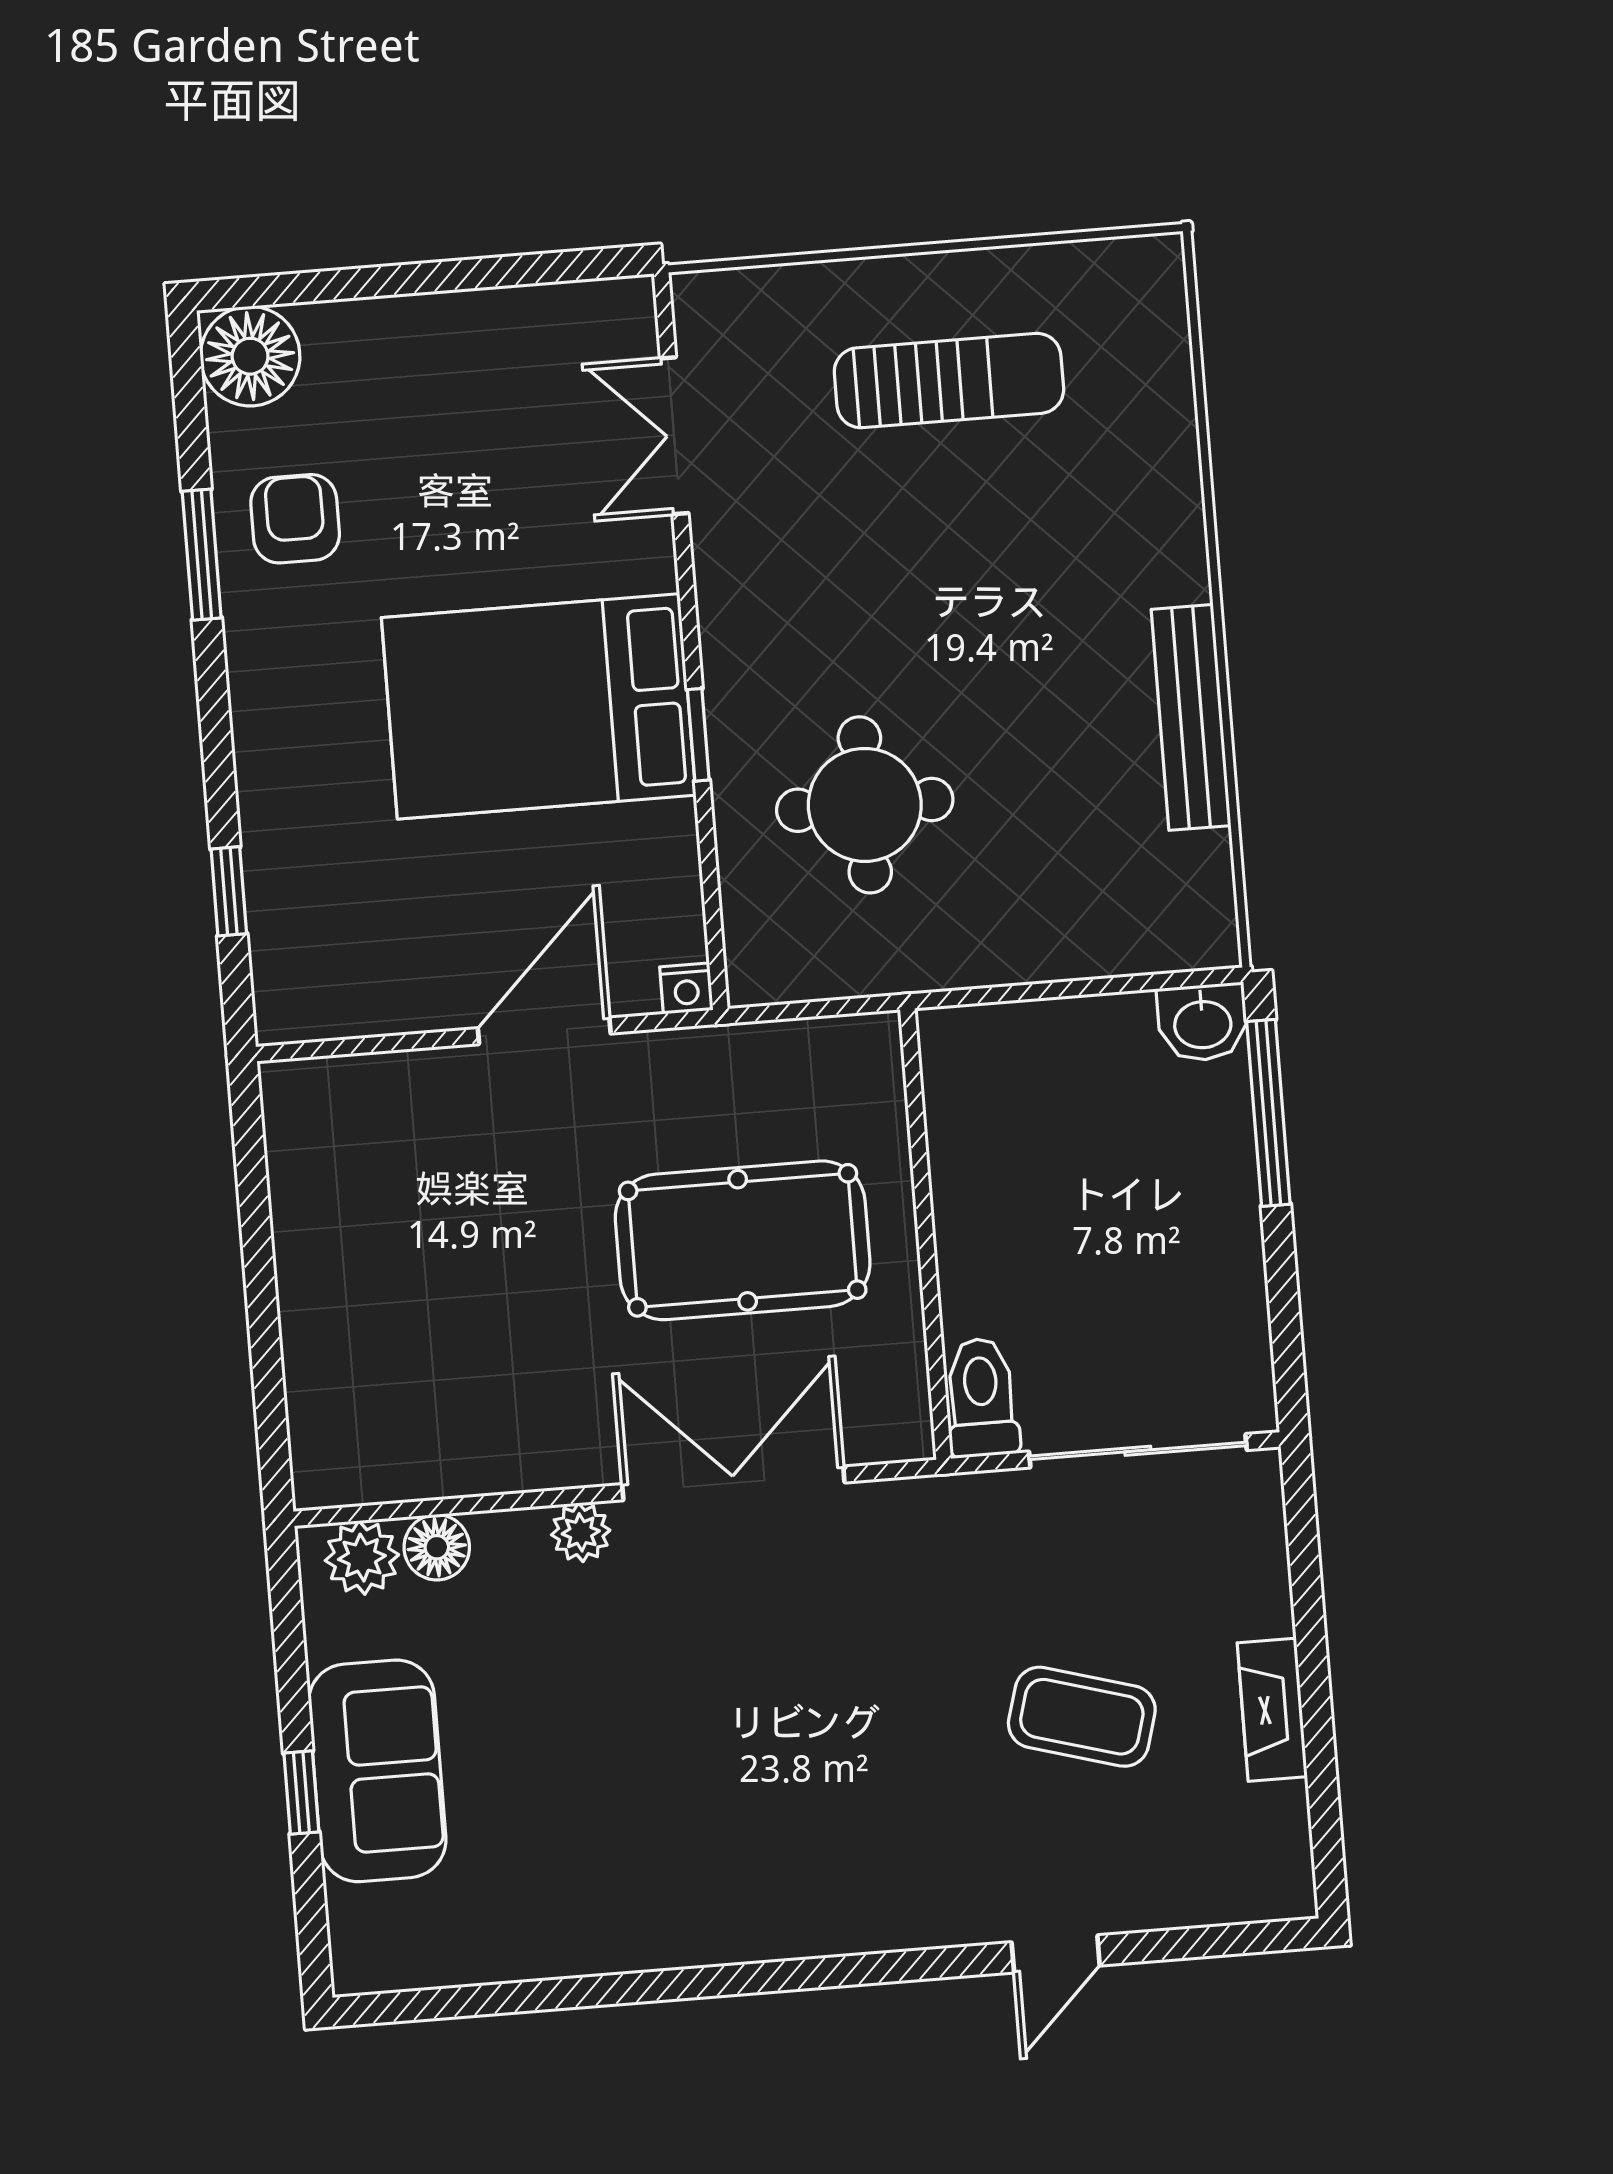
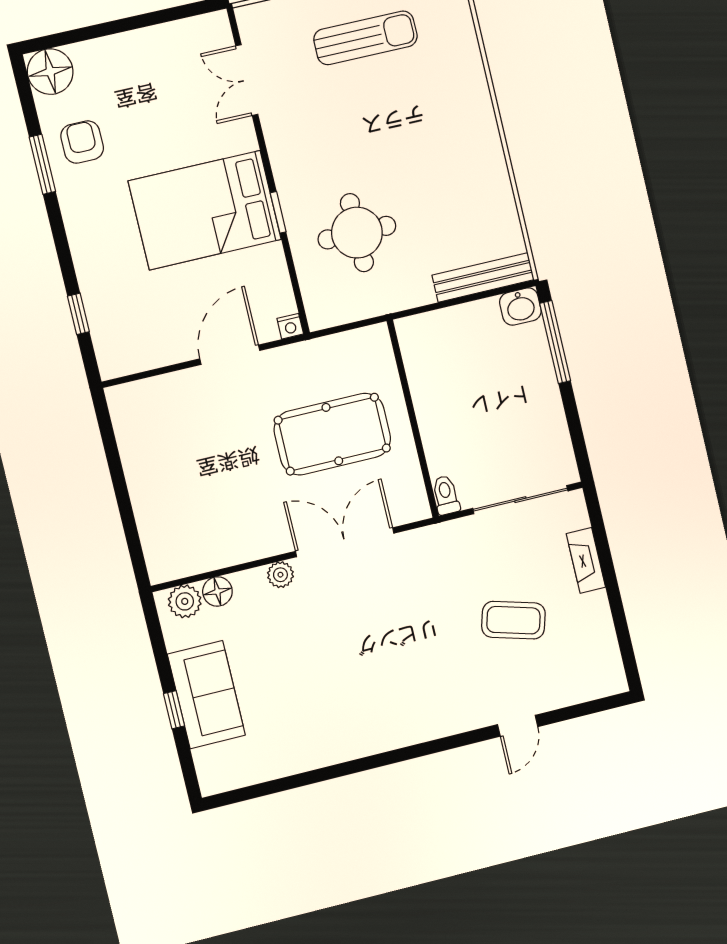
bench: (1191, 717) -> (483, 277), moved, turned 90
toilet: (982, 1398) -> (446, 495), width x0.73, depth x0.72
fireplace: (1272, 1710) -> (586, 560), moved

